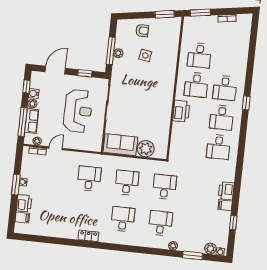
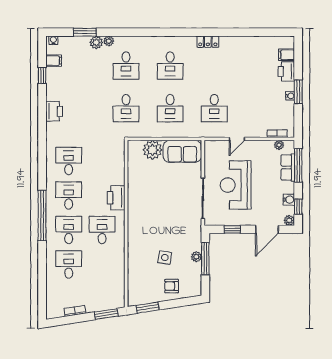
desk: (199, 55) -> (69, 264), moved
window: (246, 103) -> (42, 215), width x3.17
plant: (32, 104) -> (289, 220), moved
door: (56, 148) -> (237, 139), moved
filing cabinet: (225, 205) -> (54, 61), moved
plant: (210, 249) -> (96, 42), moved

